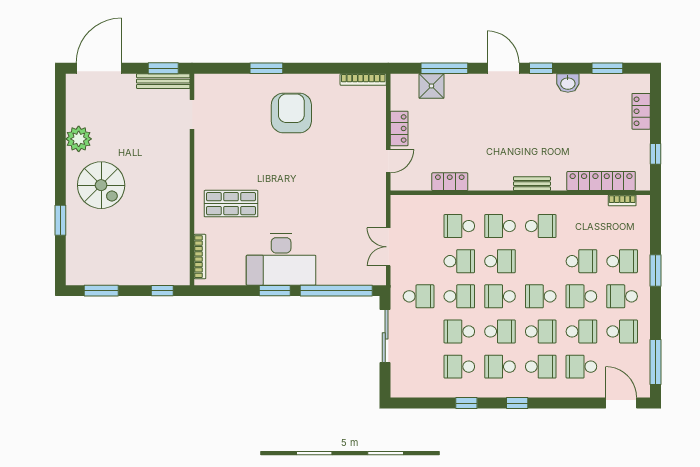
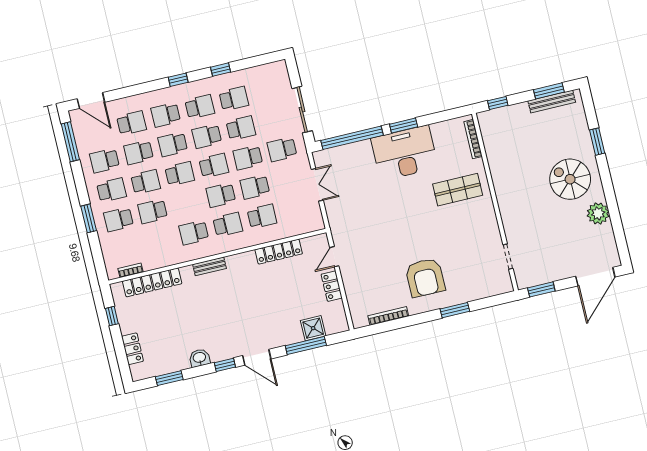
bookcase: (363, 80) -> (388, 316), moved
bench: (163, 81) -> (552, 102), moved
locker: (450, 182) -> (279, 252), width x1.53

